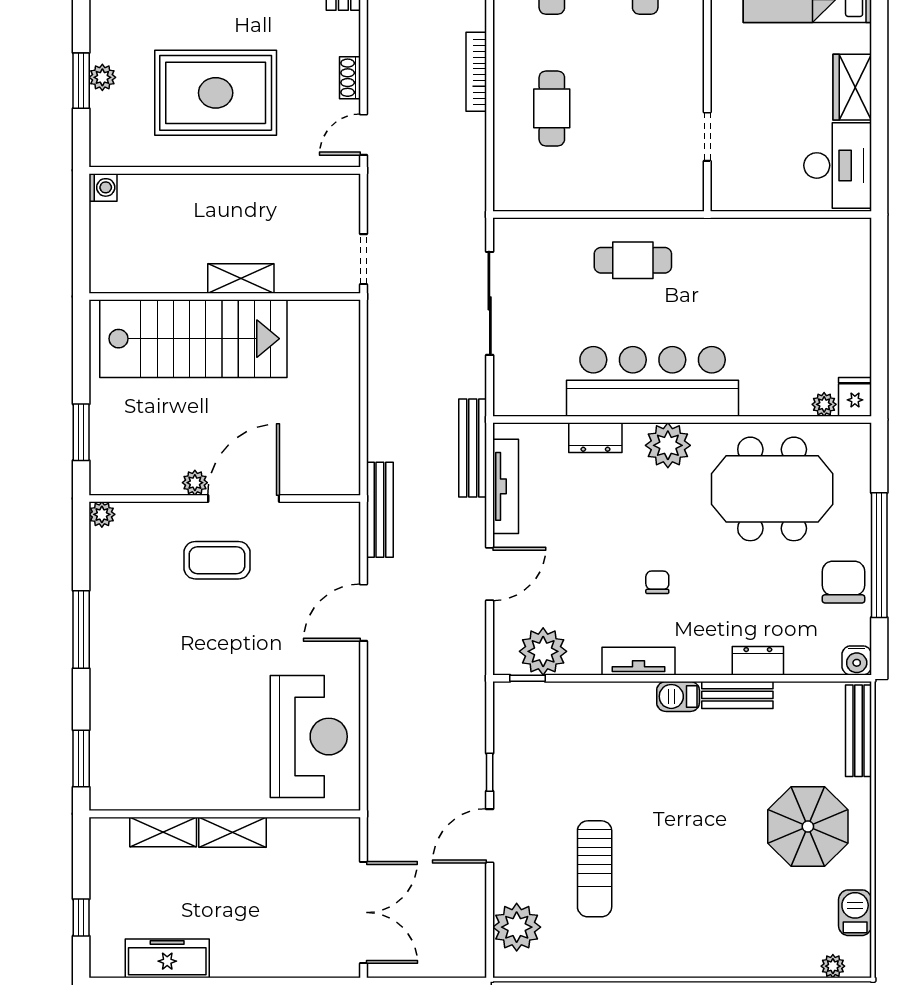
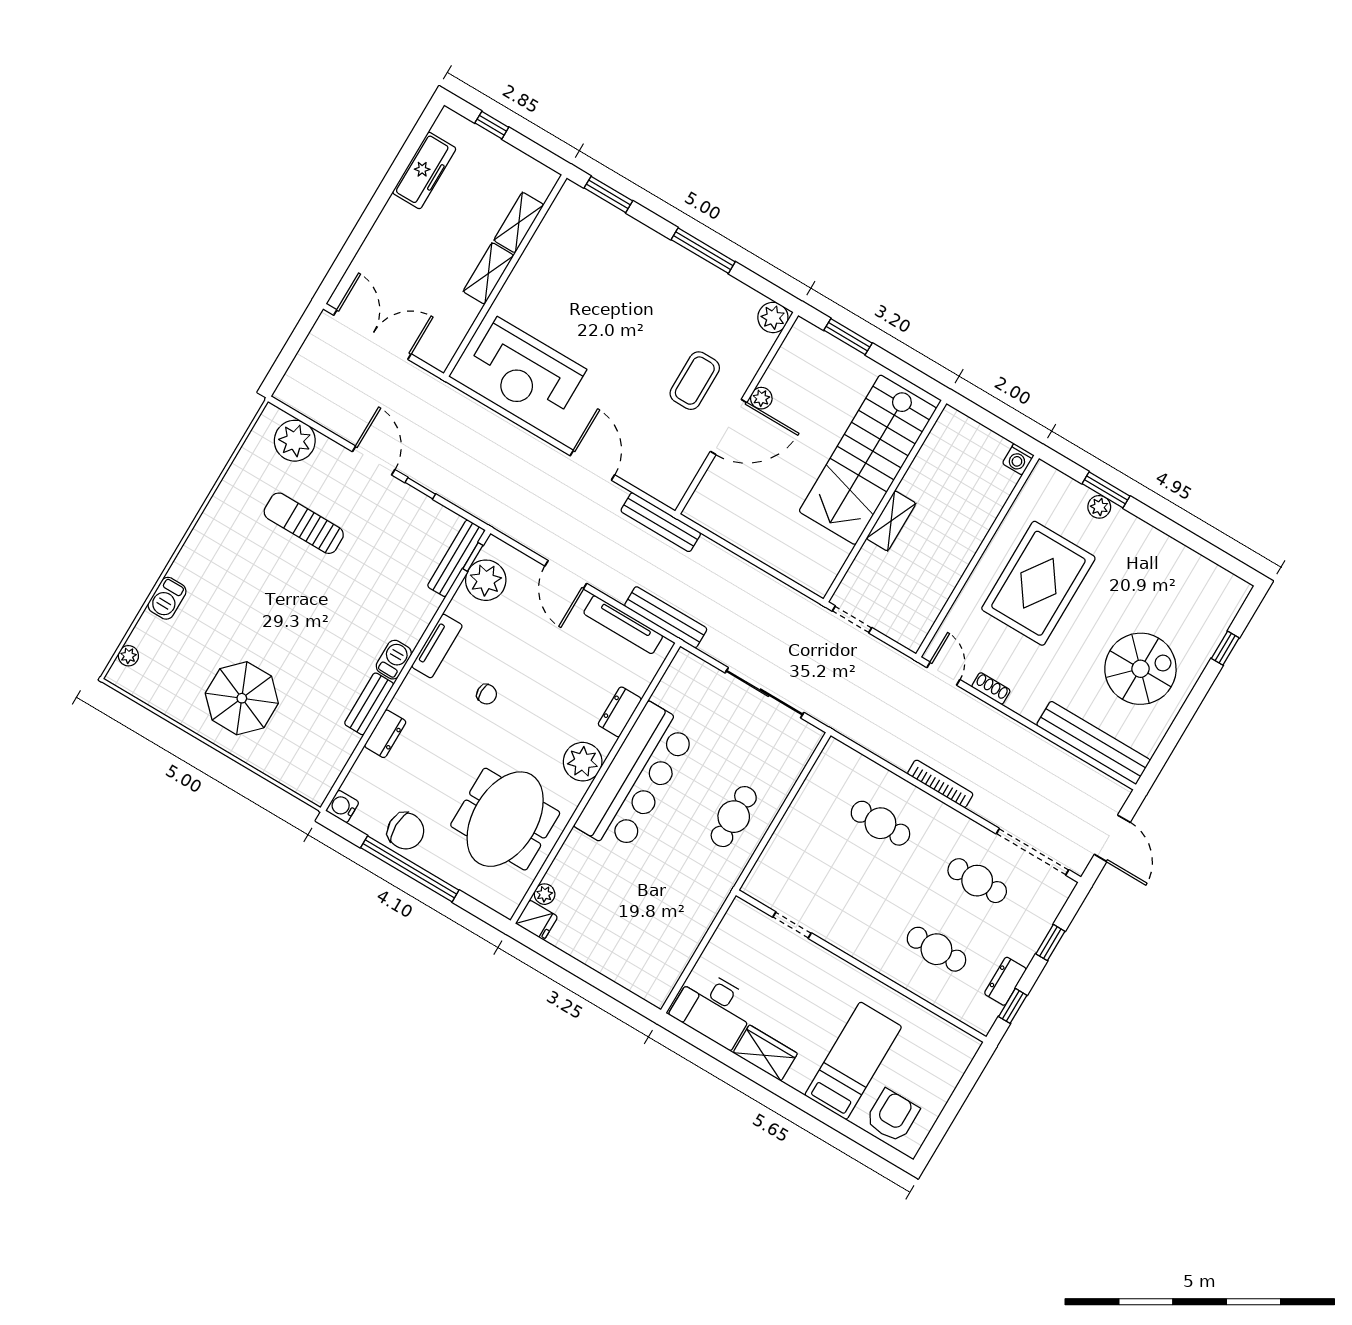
door: (244, 498) -> (729, 427), hinge flipped
plant: (102, 514) -> (773, 317), width x1.38, depth x1.38
bench: (858, 731) -> (456, 558), moved, turned 90
double door: (363, 912) -> (372, 335), swing flipped
barbecue: (855, 913) -> (167, 598), moved, turned 90

